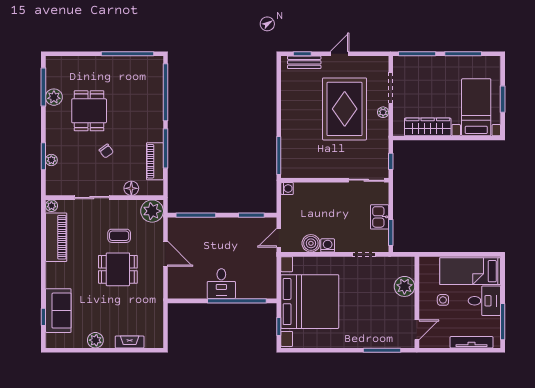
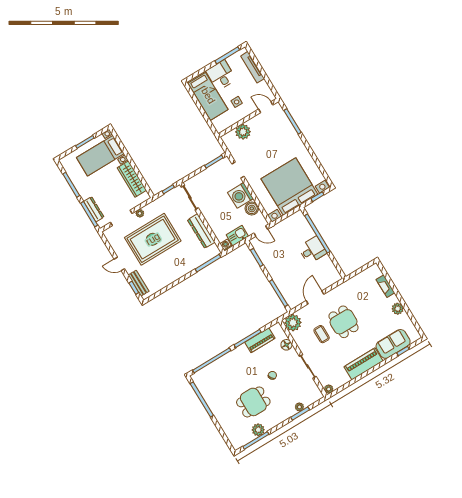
dresser: (420, 62) -> (94, 209), added
dresser: (320, 170) -> (201, 231), added
kitchen sink: (380, 217) -> (237, 236), moved, turned 180
piano: (56, 237) -> (363, 364), moved
washing machine: (328, 245) -> (240, 195), width x1.89, depth x1.89

